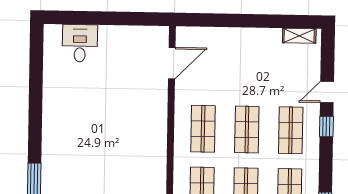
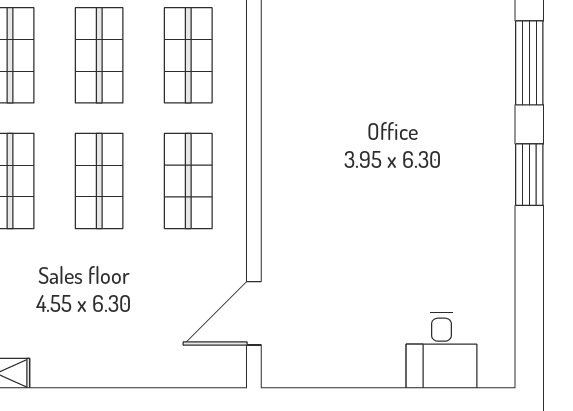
window: (35, 129) -> (529, 175), added

